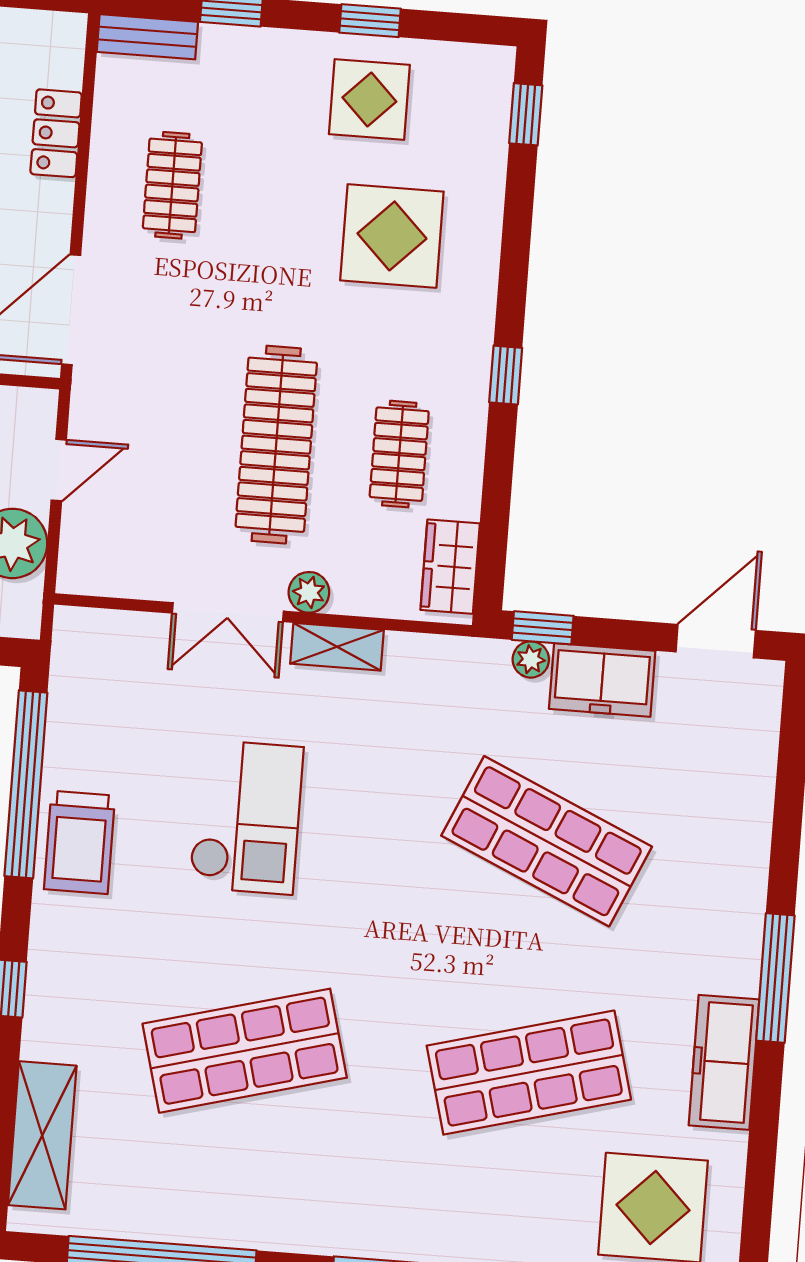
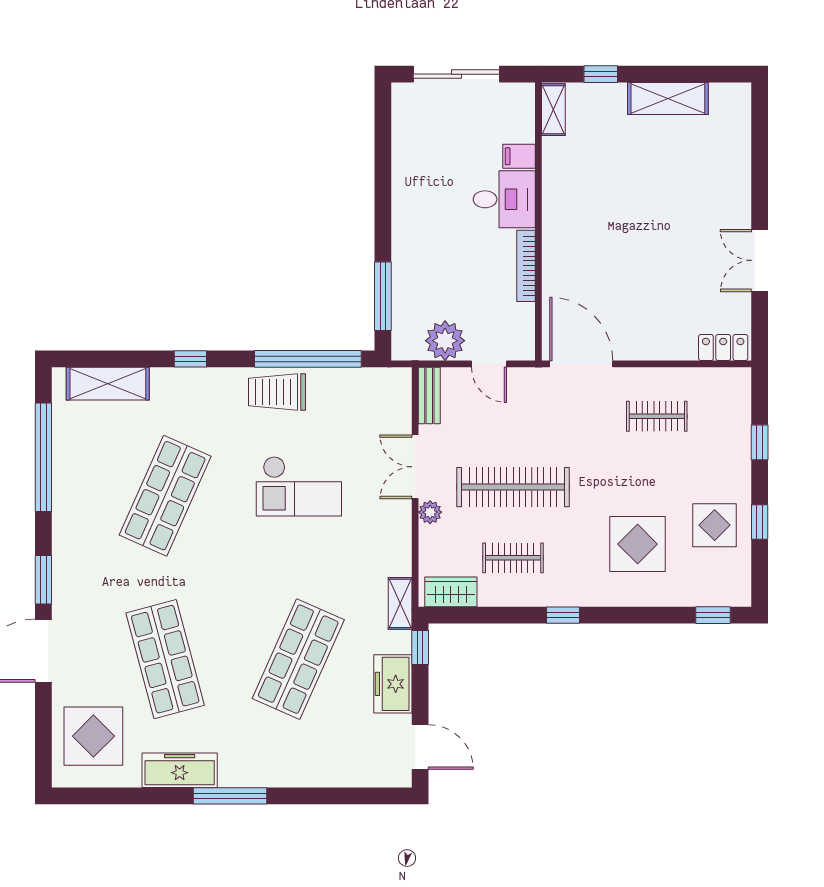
bench: (147, 37) -> (429, 395), moved
locker: (56, 133) -> (723, 347), moved
shelving: (337, 647) -> (400, 603), moved
plant: (531, 659) -> (401, 642), removed
shop shelf: (245, 1051) -> (165, 496), turned 39

